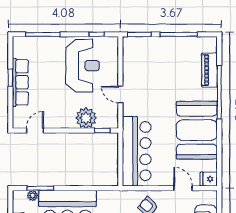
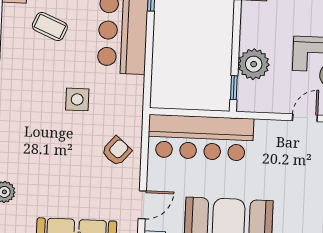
door: (120, 94) -> (305, 118), moved

